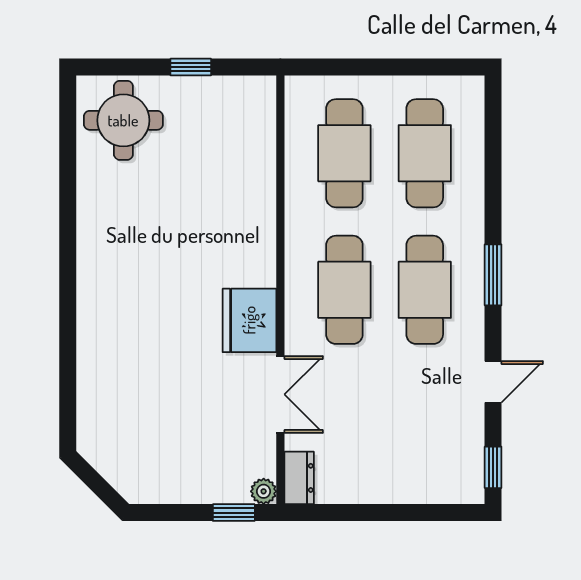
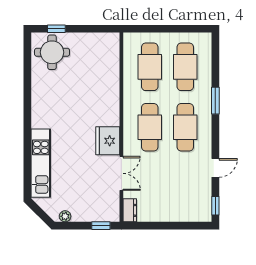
window: (191, 67) -> (56, 29), moved
window: (493, 275) -> (215, 101), moved
kitchen unit: (98, 371) -> (41, 163), added
plant: (264, 491) -> (65, 216), moved

